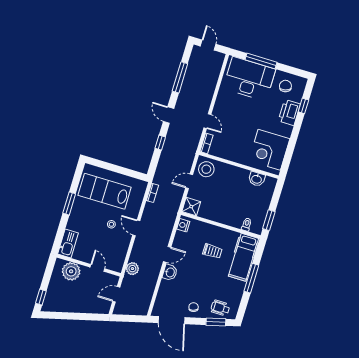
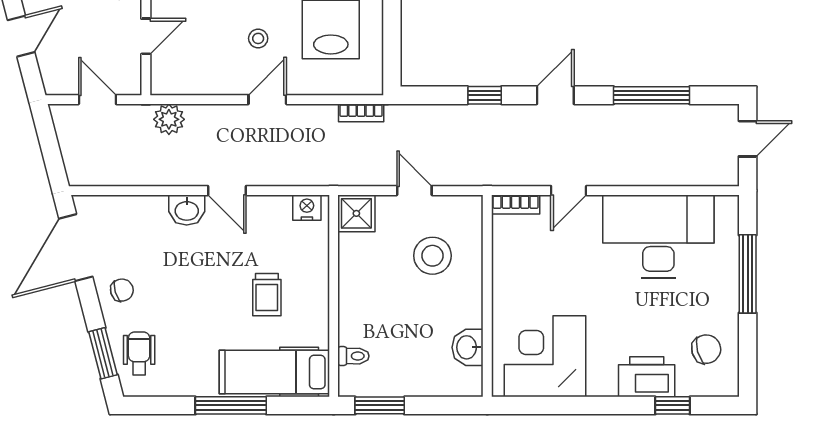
desk: (249, 79) -> (658, 236), moved, turned -90
stool: (206, 169) -> (432, 256), moved
door: (83, 317) -> (21, 36), added

